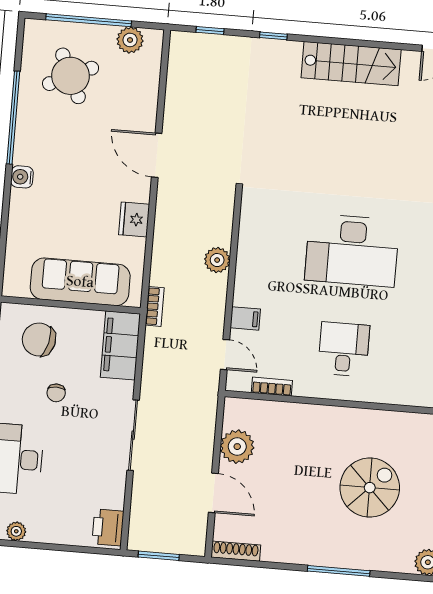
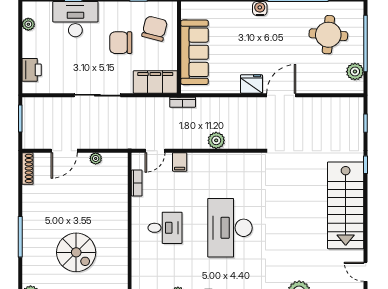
stairs: (351, 64) -> (346, 205), width x1.36, depth x1.51
round table: (71, 76) -> (328, 35), turned 30
fridge: (134, 220) -> (252, 84), moved
chair: (56, 393) -> (121, 43), width x1.87, depth x1.87
plant: (237, 447) -> (96, 158), width x0.53, depth x0.53
printer: (108, 527) -> (32, 70), moved, turned 90

